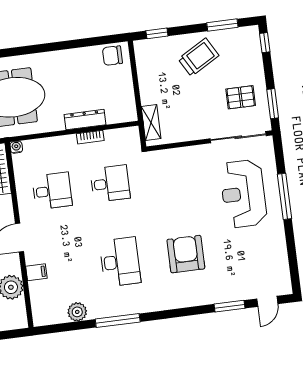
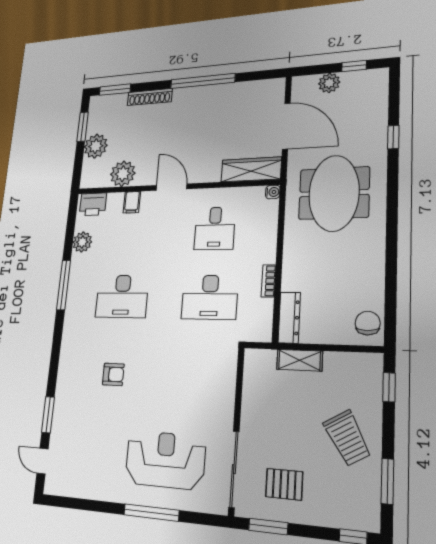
pallet: (241, 97) -> (284, 484), turned 90
dresser: (85, 120) -> (289, 318), moved
shelving: (151, 123) -> (300, 360), moved
desk: (110, 183) -> (210, 297), width x1.37
armchair: (186, 254) -> (113, 374), width x0.53, depth x0.53
printer: (42, 310) -> (93, 204), added

